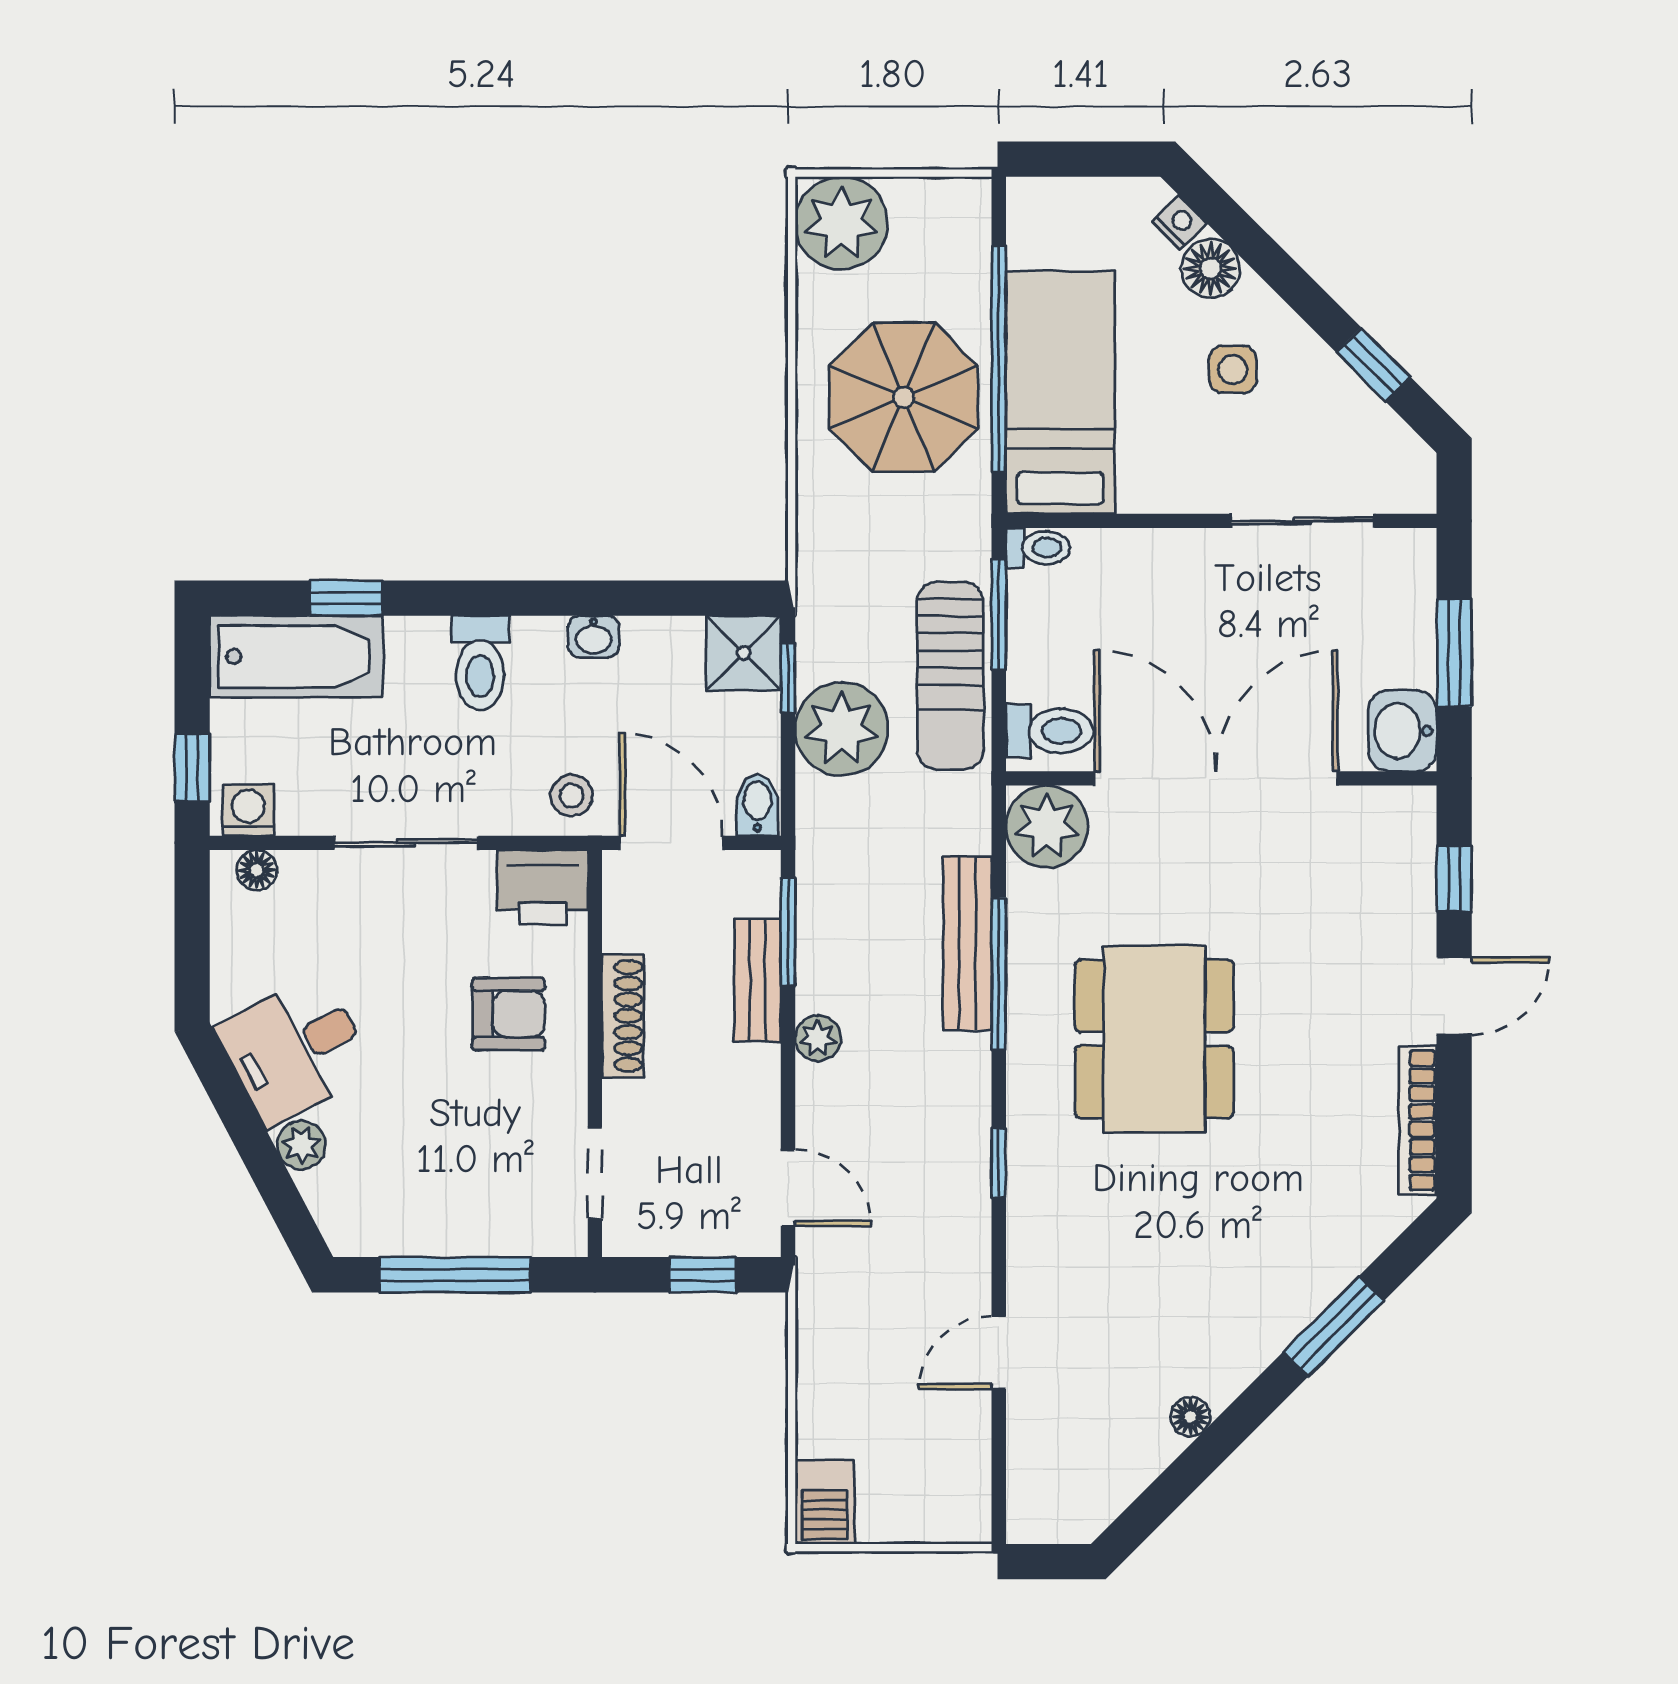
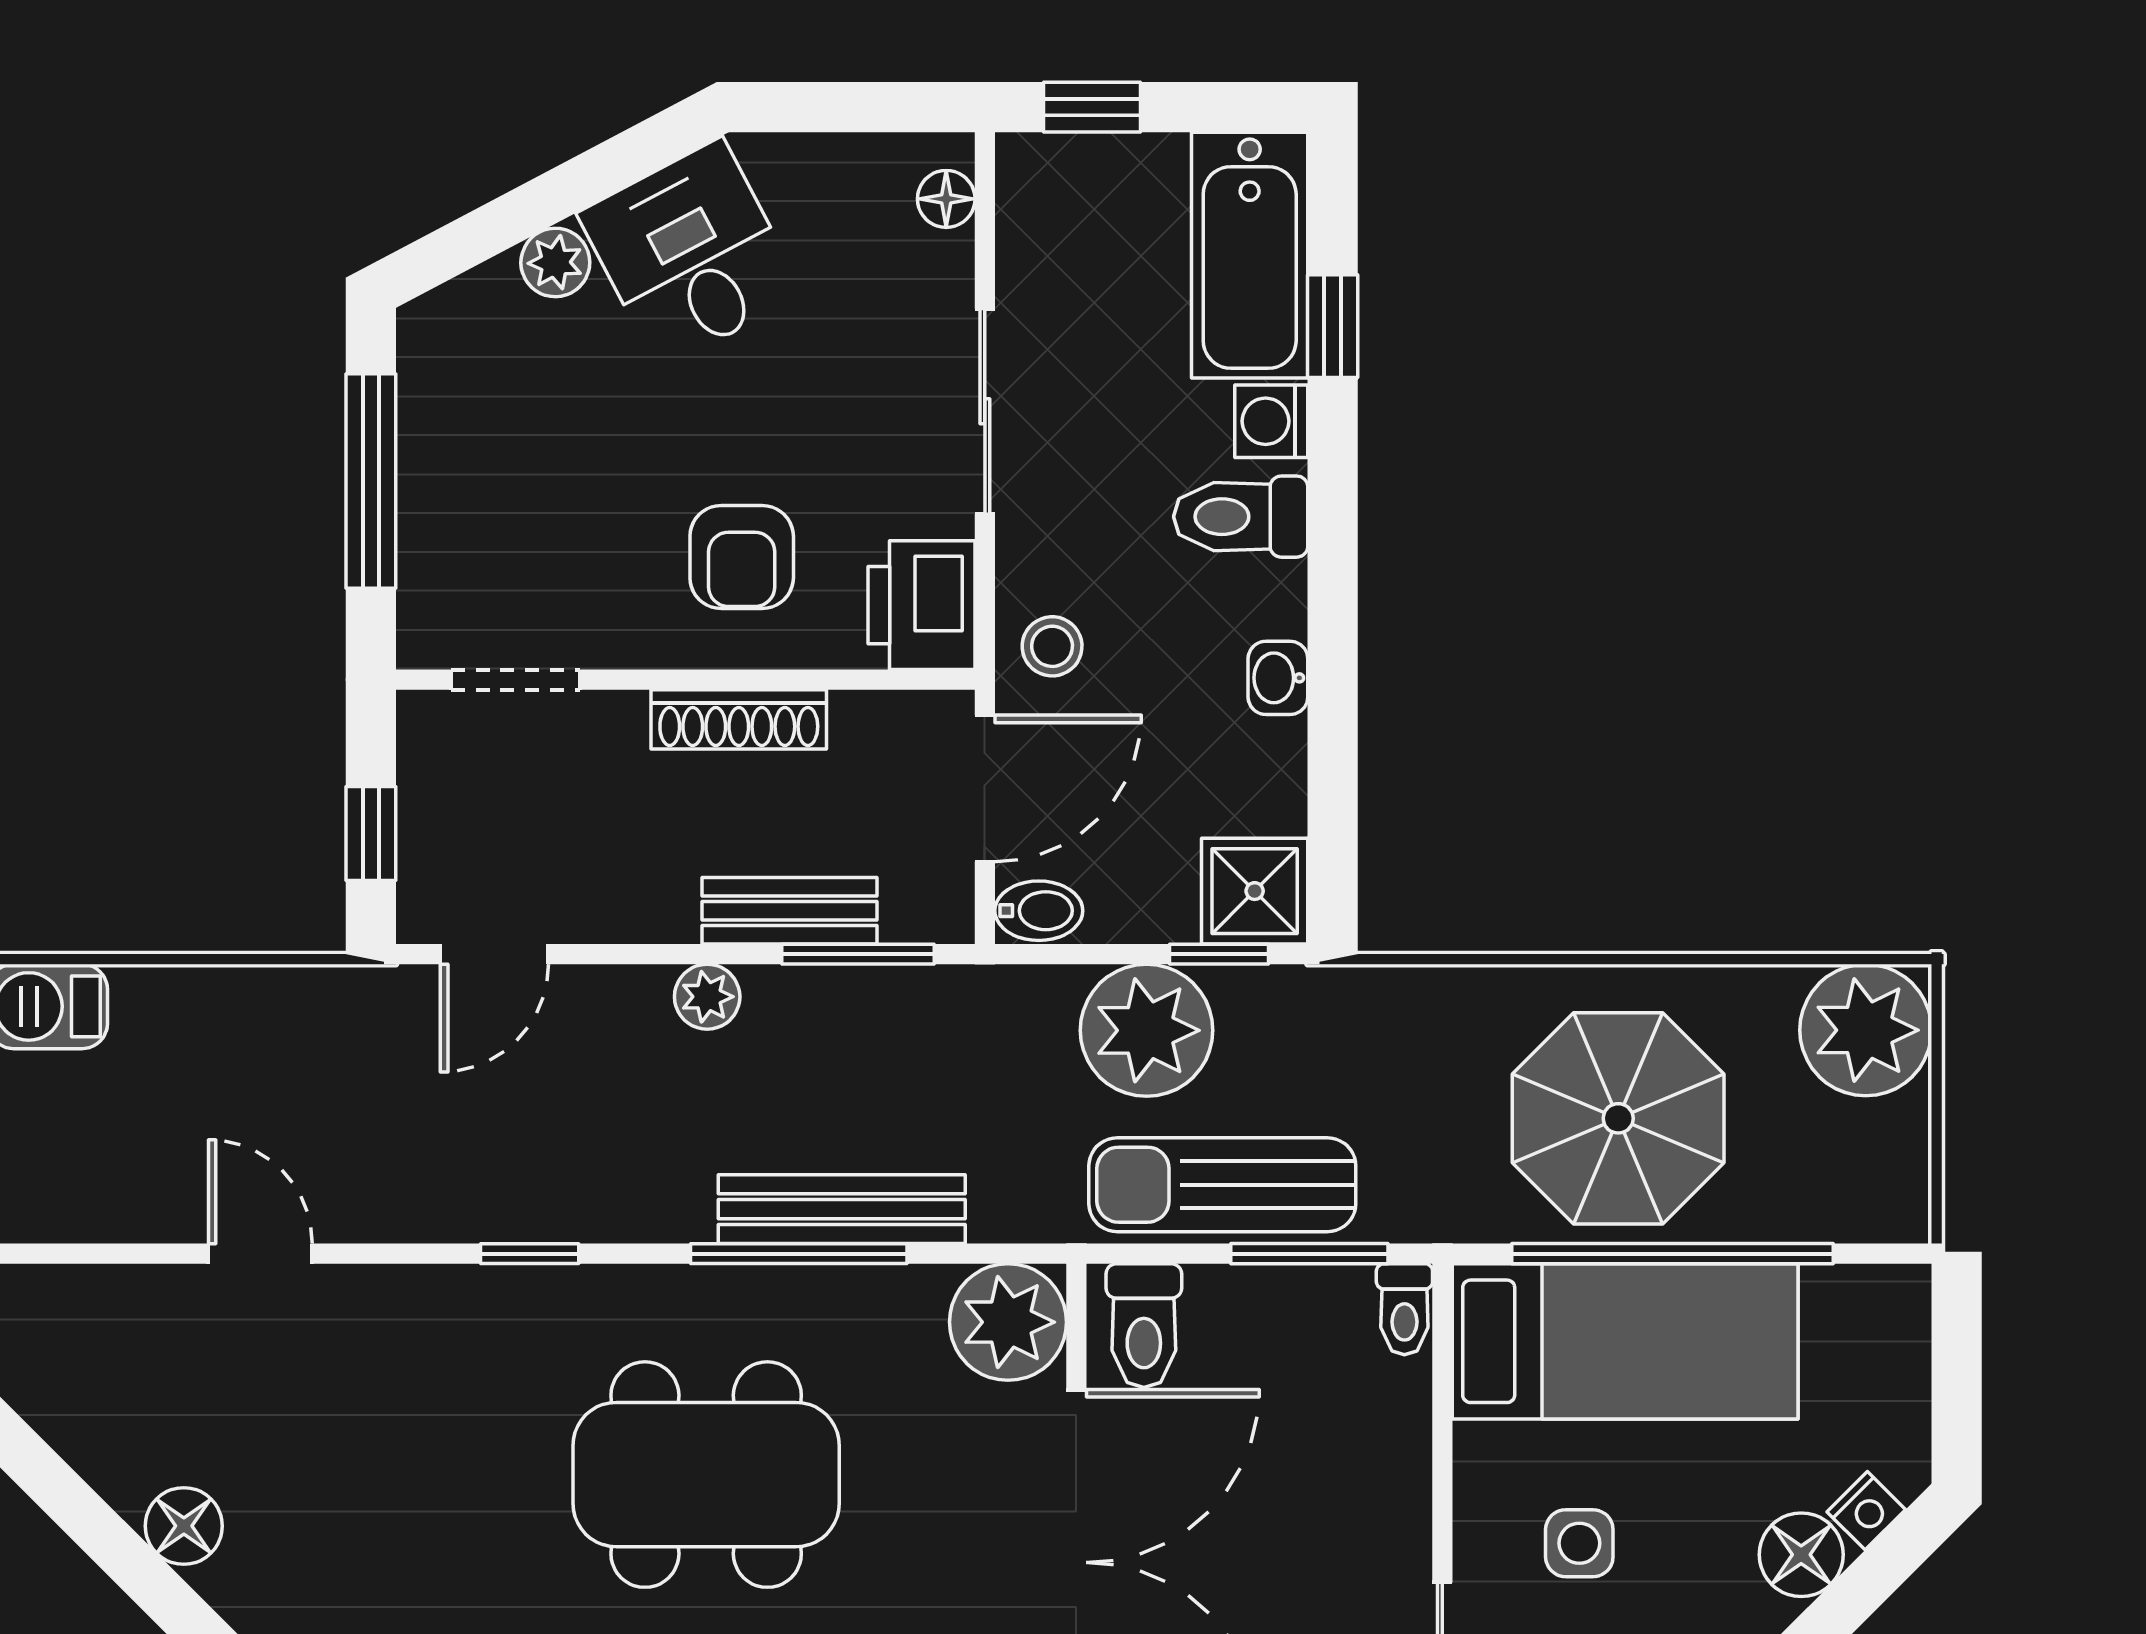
side table: (1233, 369) -> (1579, 1543), moved
washing machine: (248, 810) -> (1271, 421), moved, turned 180
floor lamp: (1190, 1417) -> (184, 1526), width x1.37, depth x1.37

